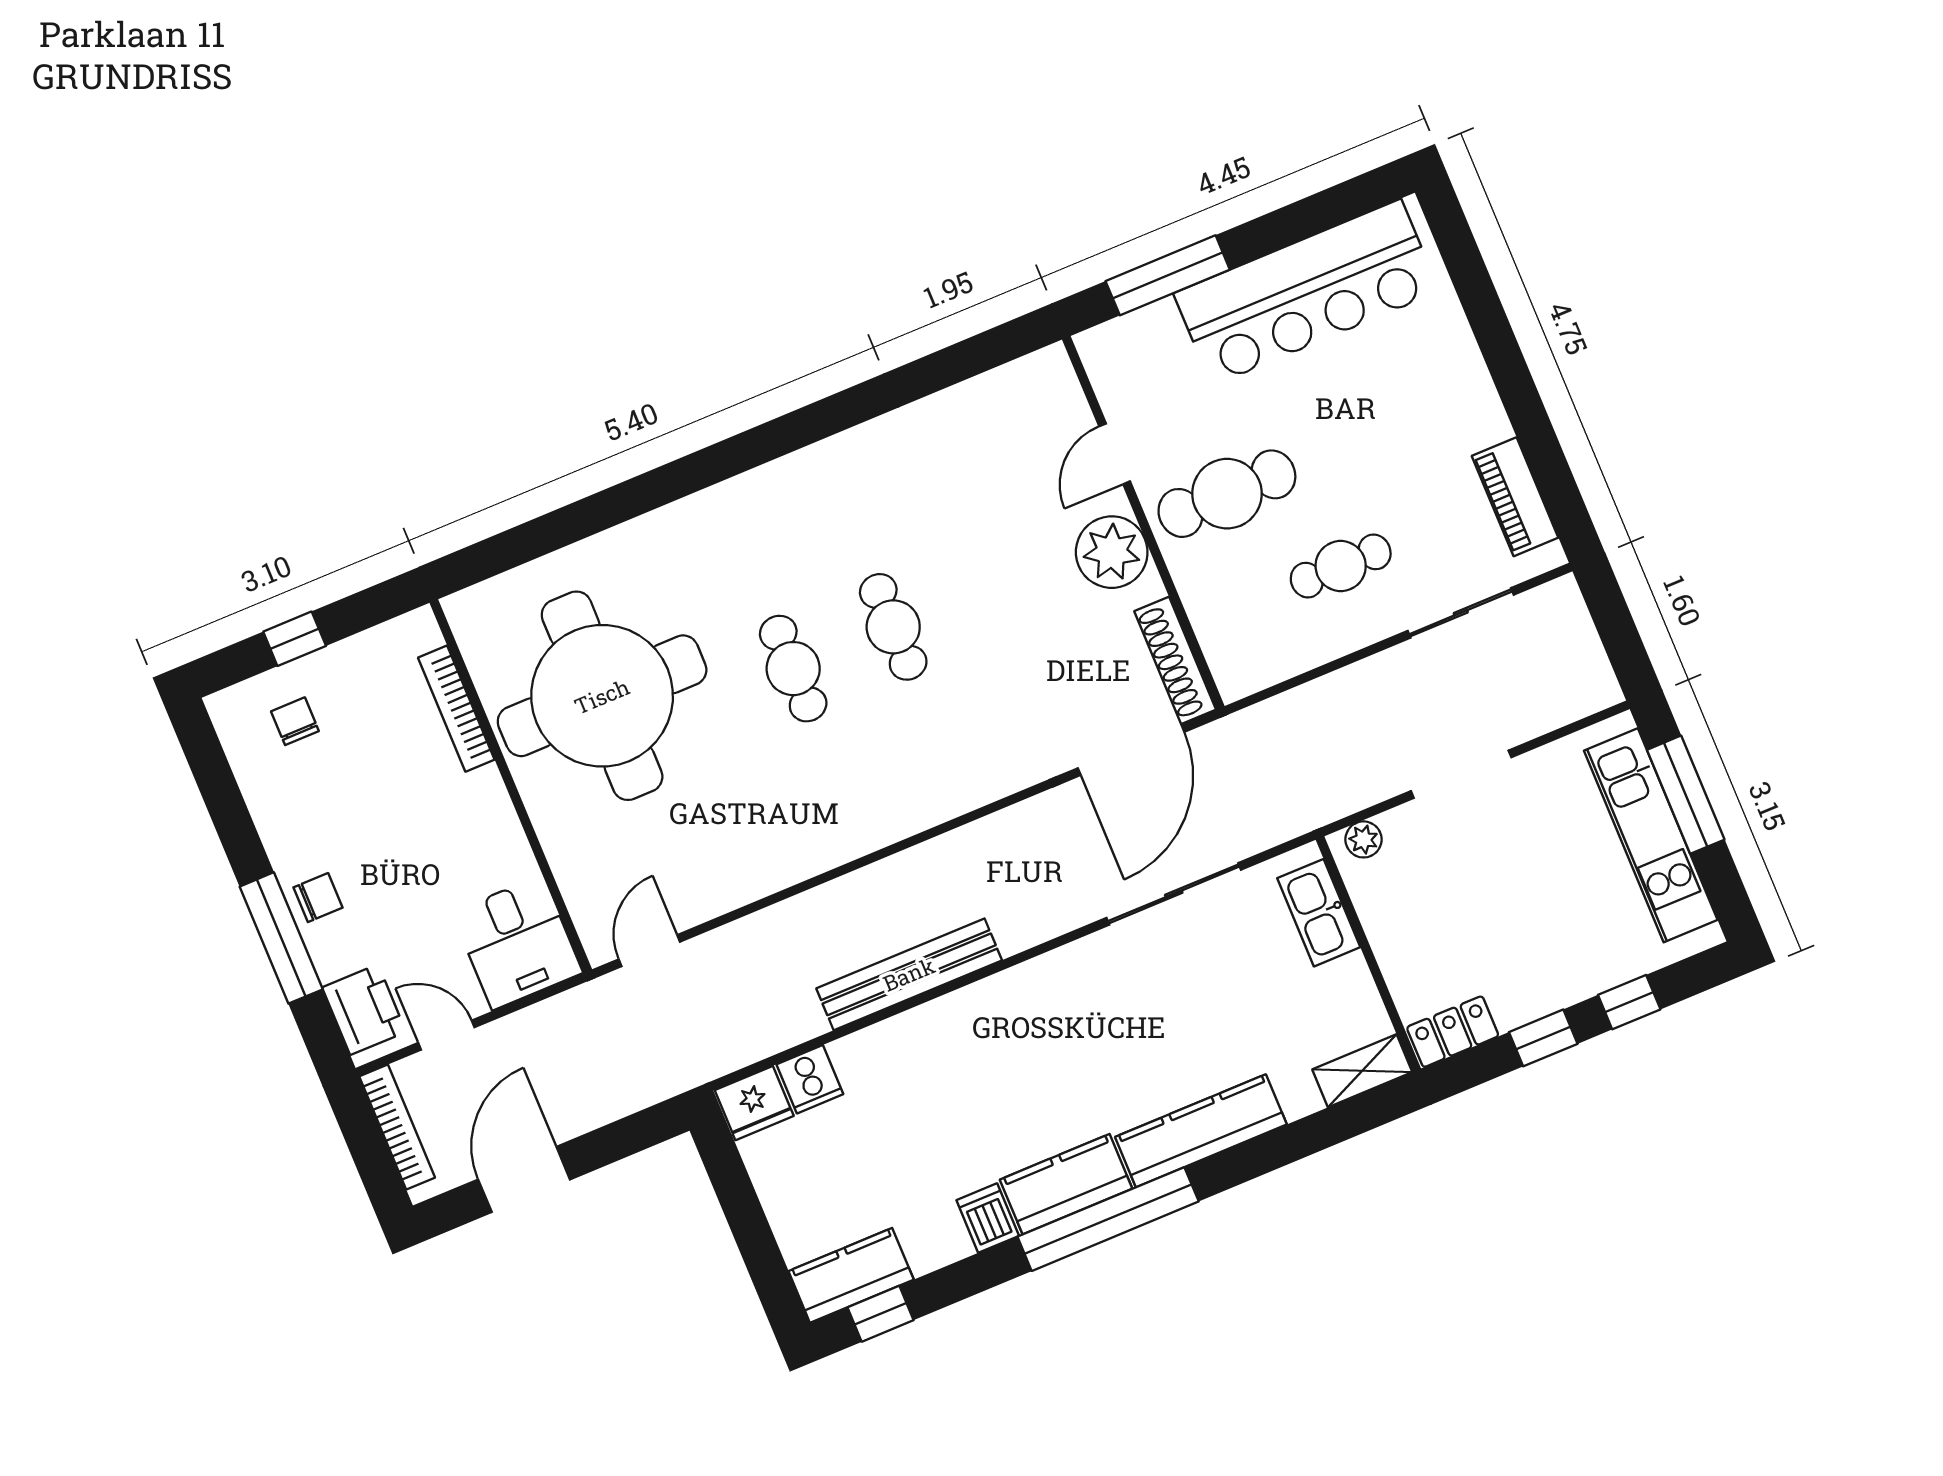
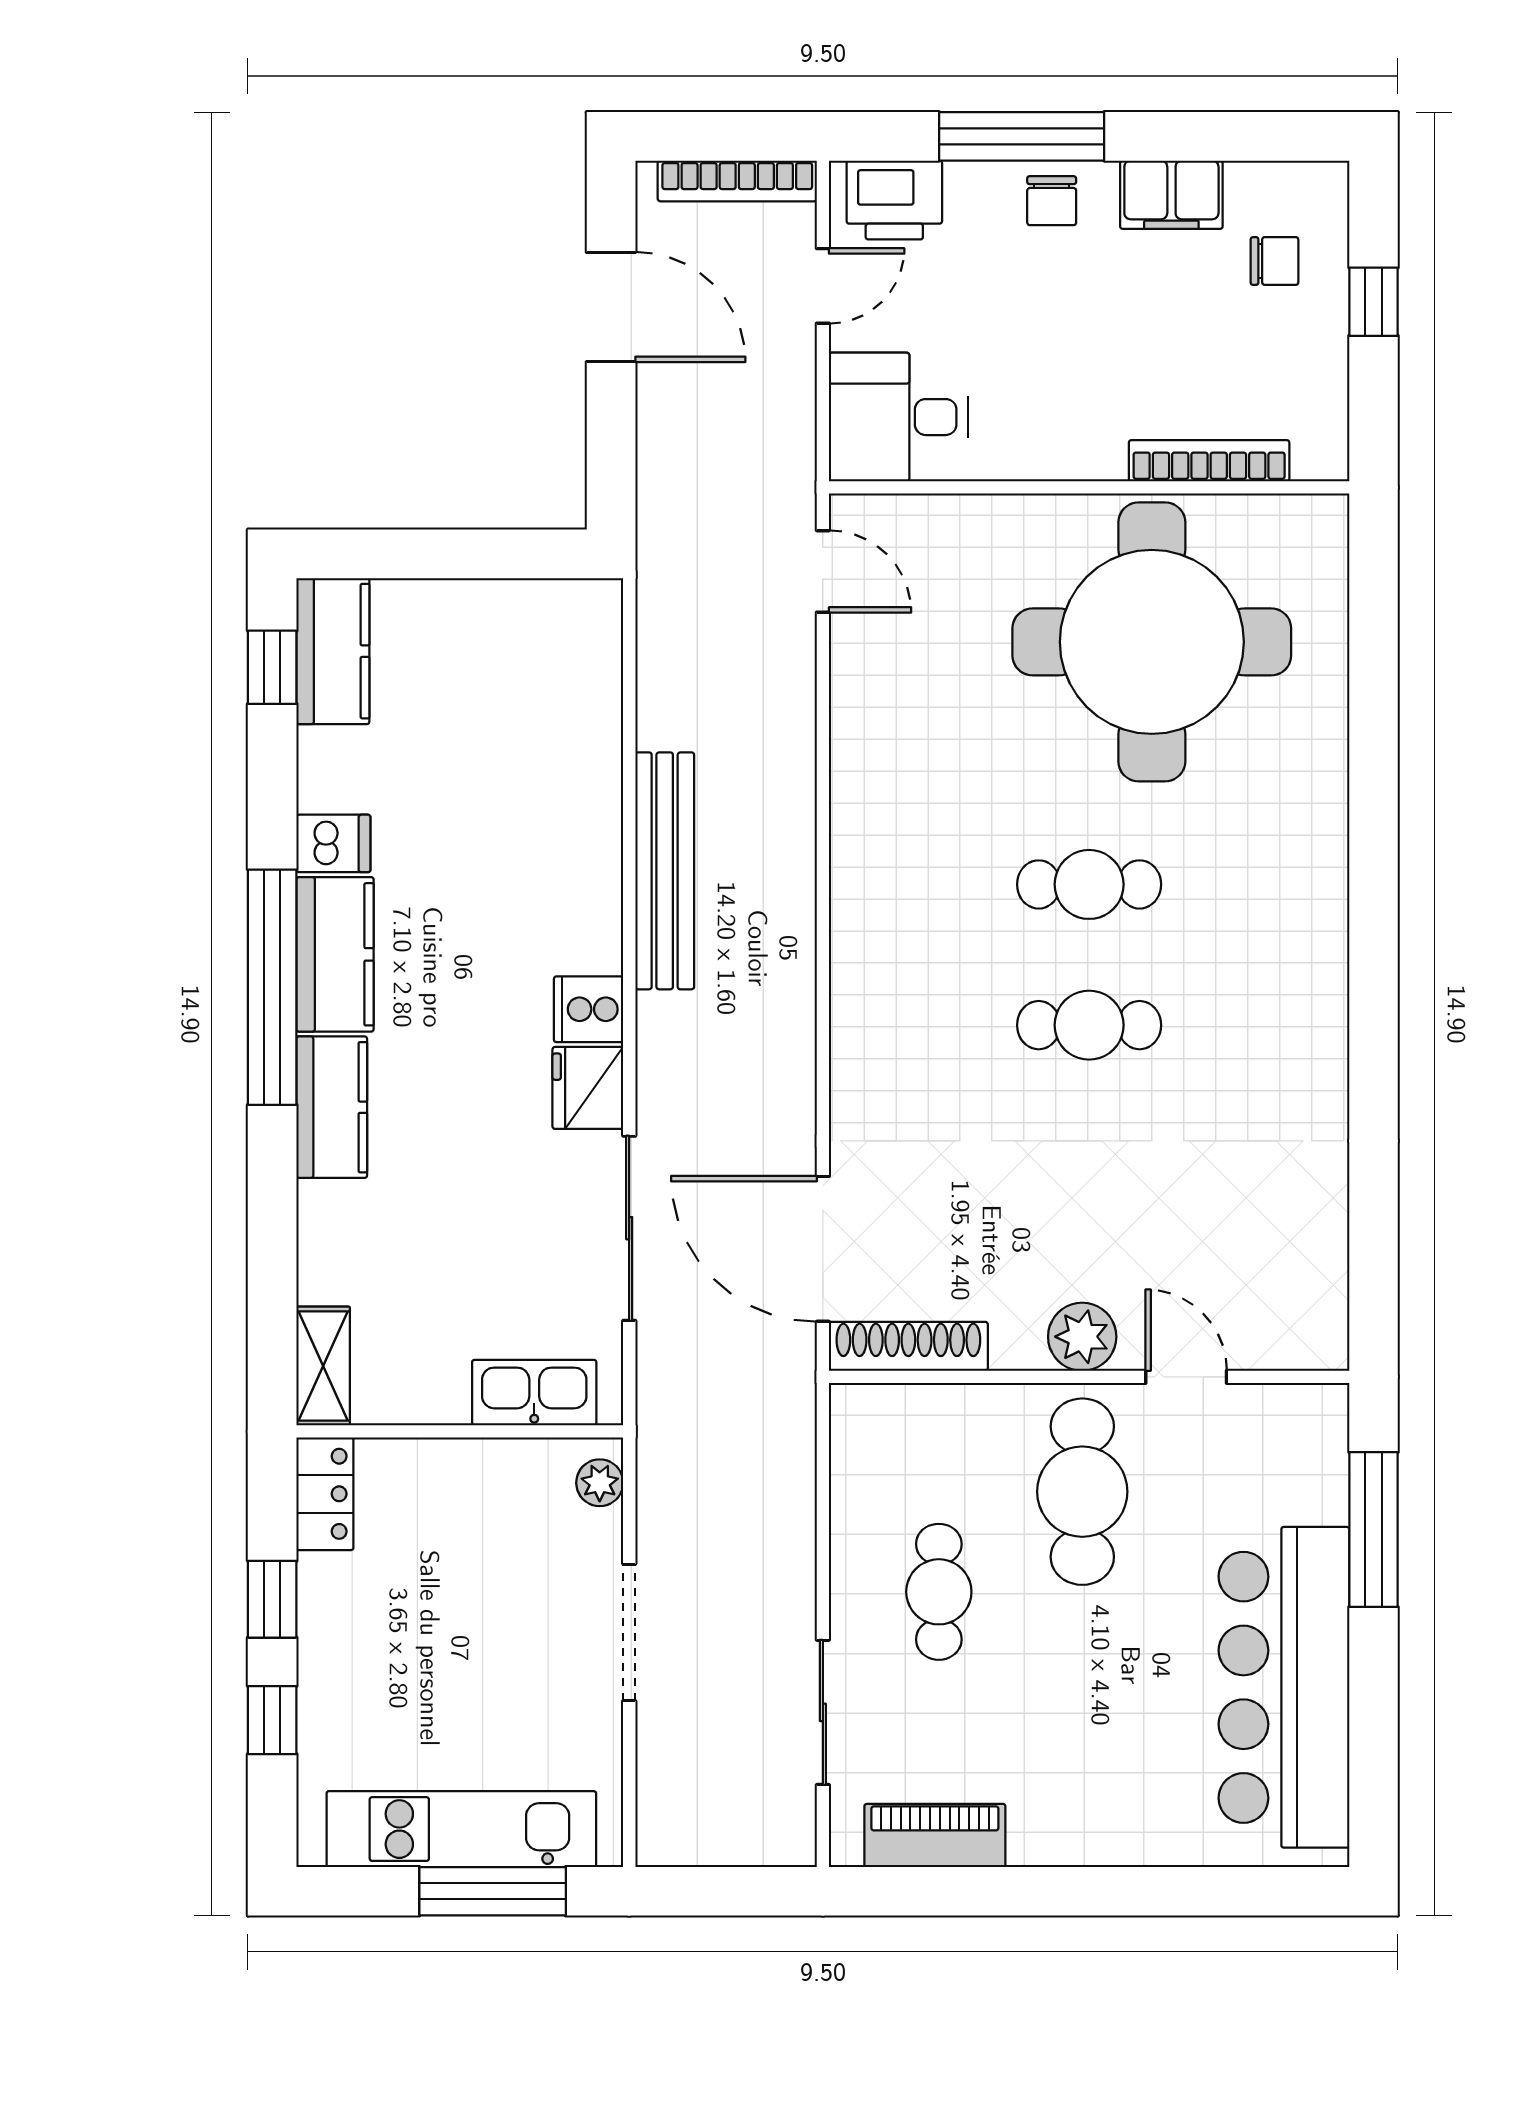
plant: (1112, 552) -> (1082, 1337), width x0.73, depth x0.73
filing cabinet: (278, 814) -> (1171, 195), added
cooker: (810, 1079) -> (589, 1009), moved
fridge: (754, 1103) -> (588, 1088), moved
kitchen counter: (1201, 1131) -> (332, 1107), width x0.67

